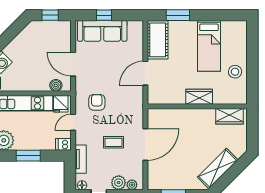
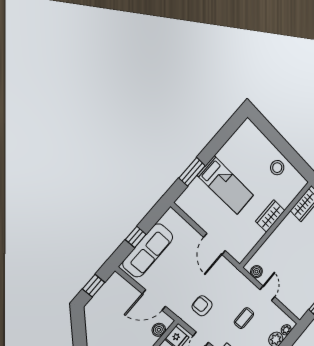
cot: (158, 40) -> (197, 209), removed
bed: (209, 46) -> (226, 185), moved
boiler: (153, 122) -> (256, 272), added
door: (145, 144) -> (267, 293), width x0.53

